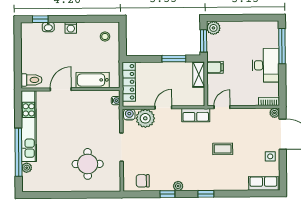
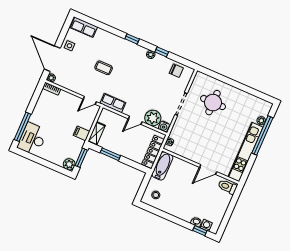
washing machine: (71, 28) -> (206, 225), moved
desk: (266, 65) -> (32, 139), moved
bathtub: (93, 80) -> (162, 166), moved, turned -90

